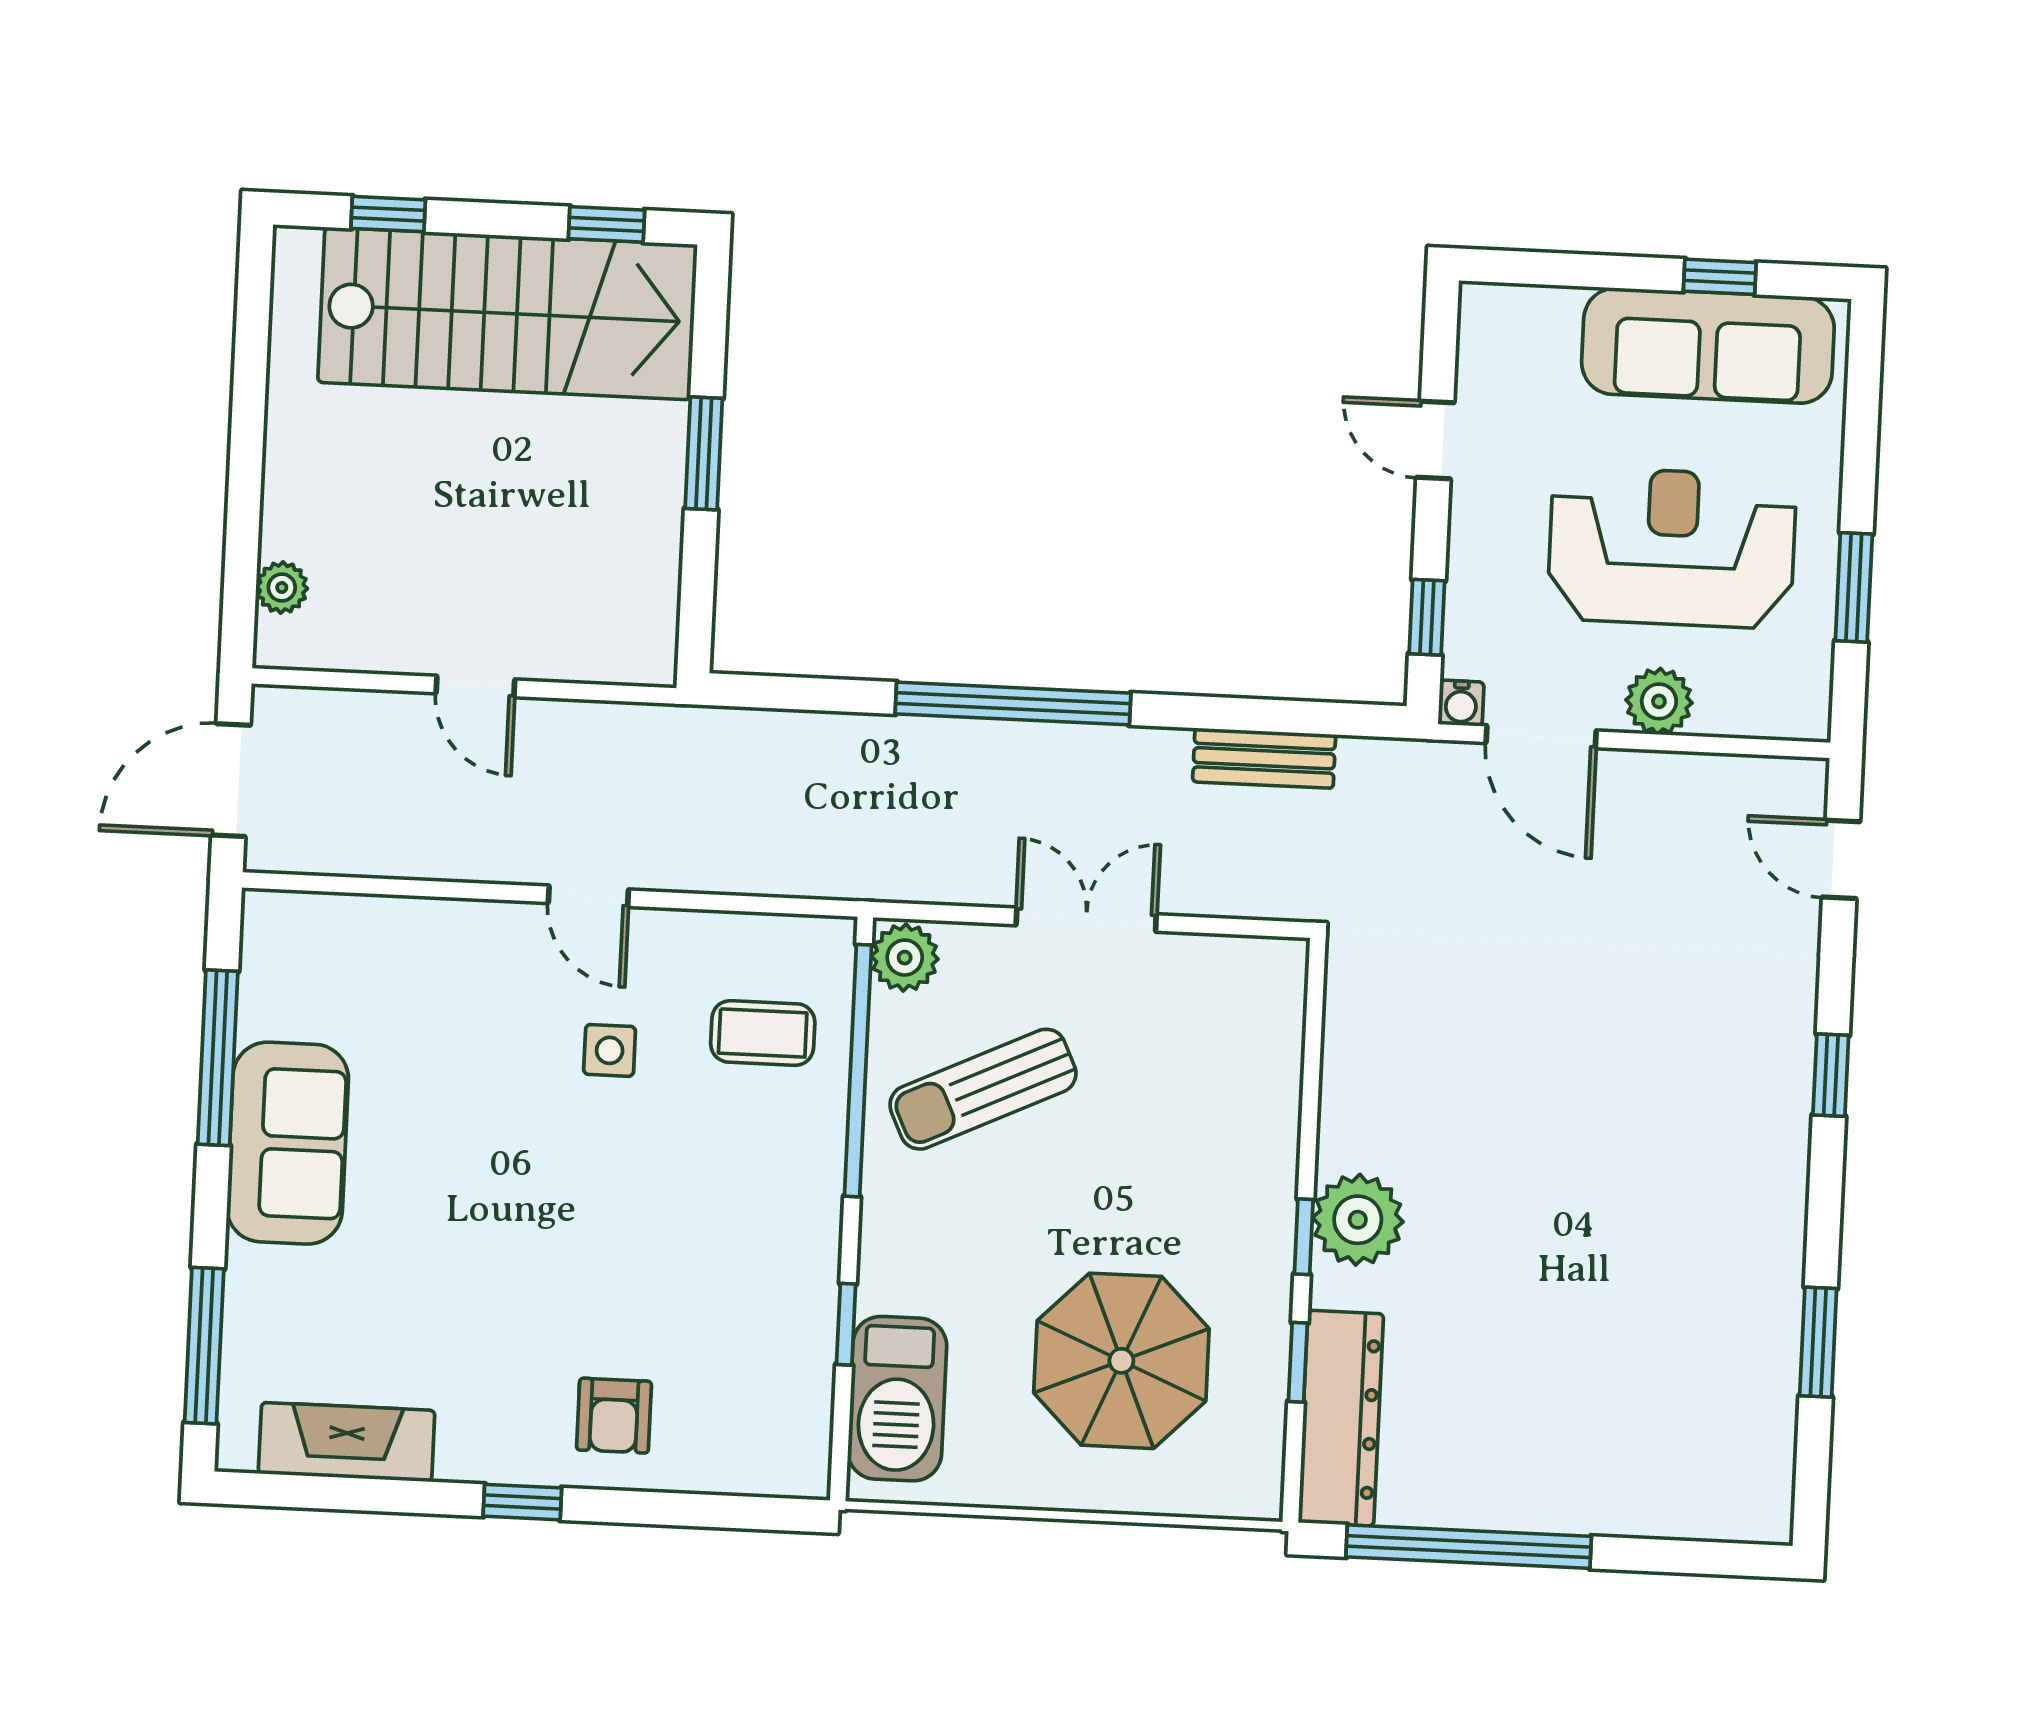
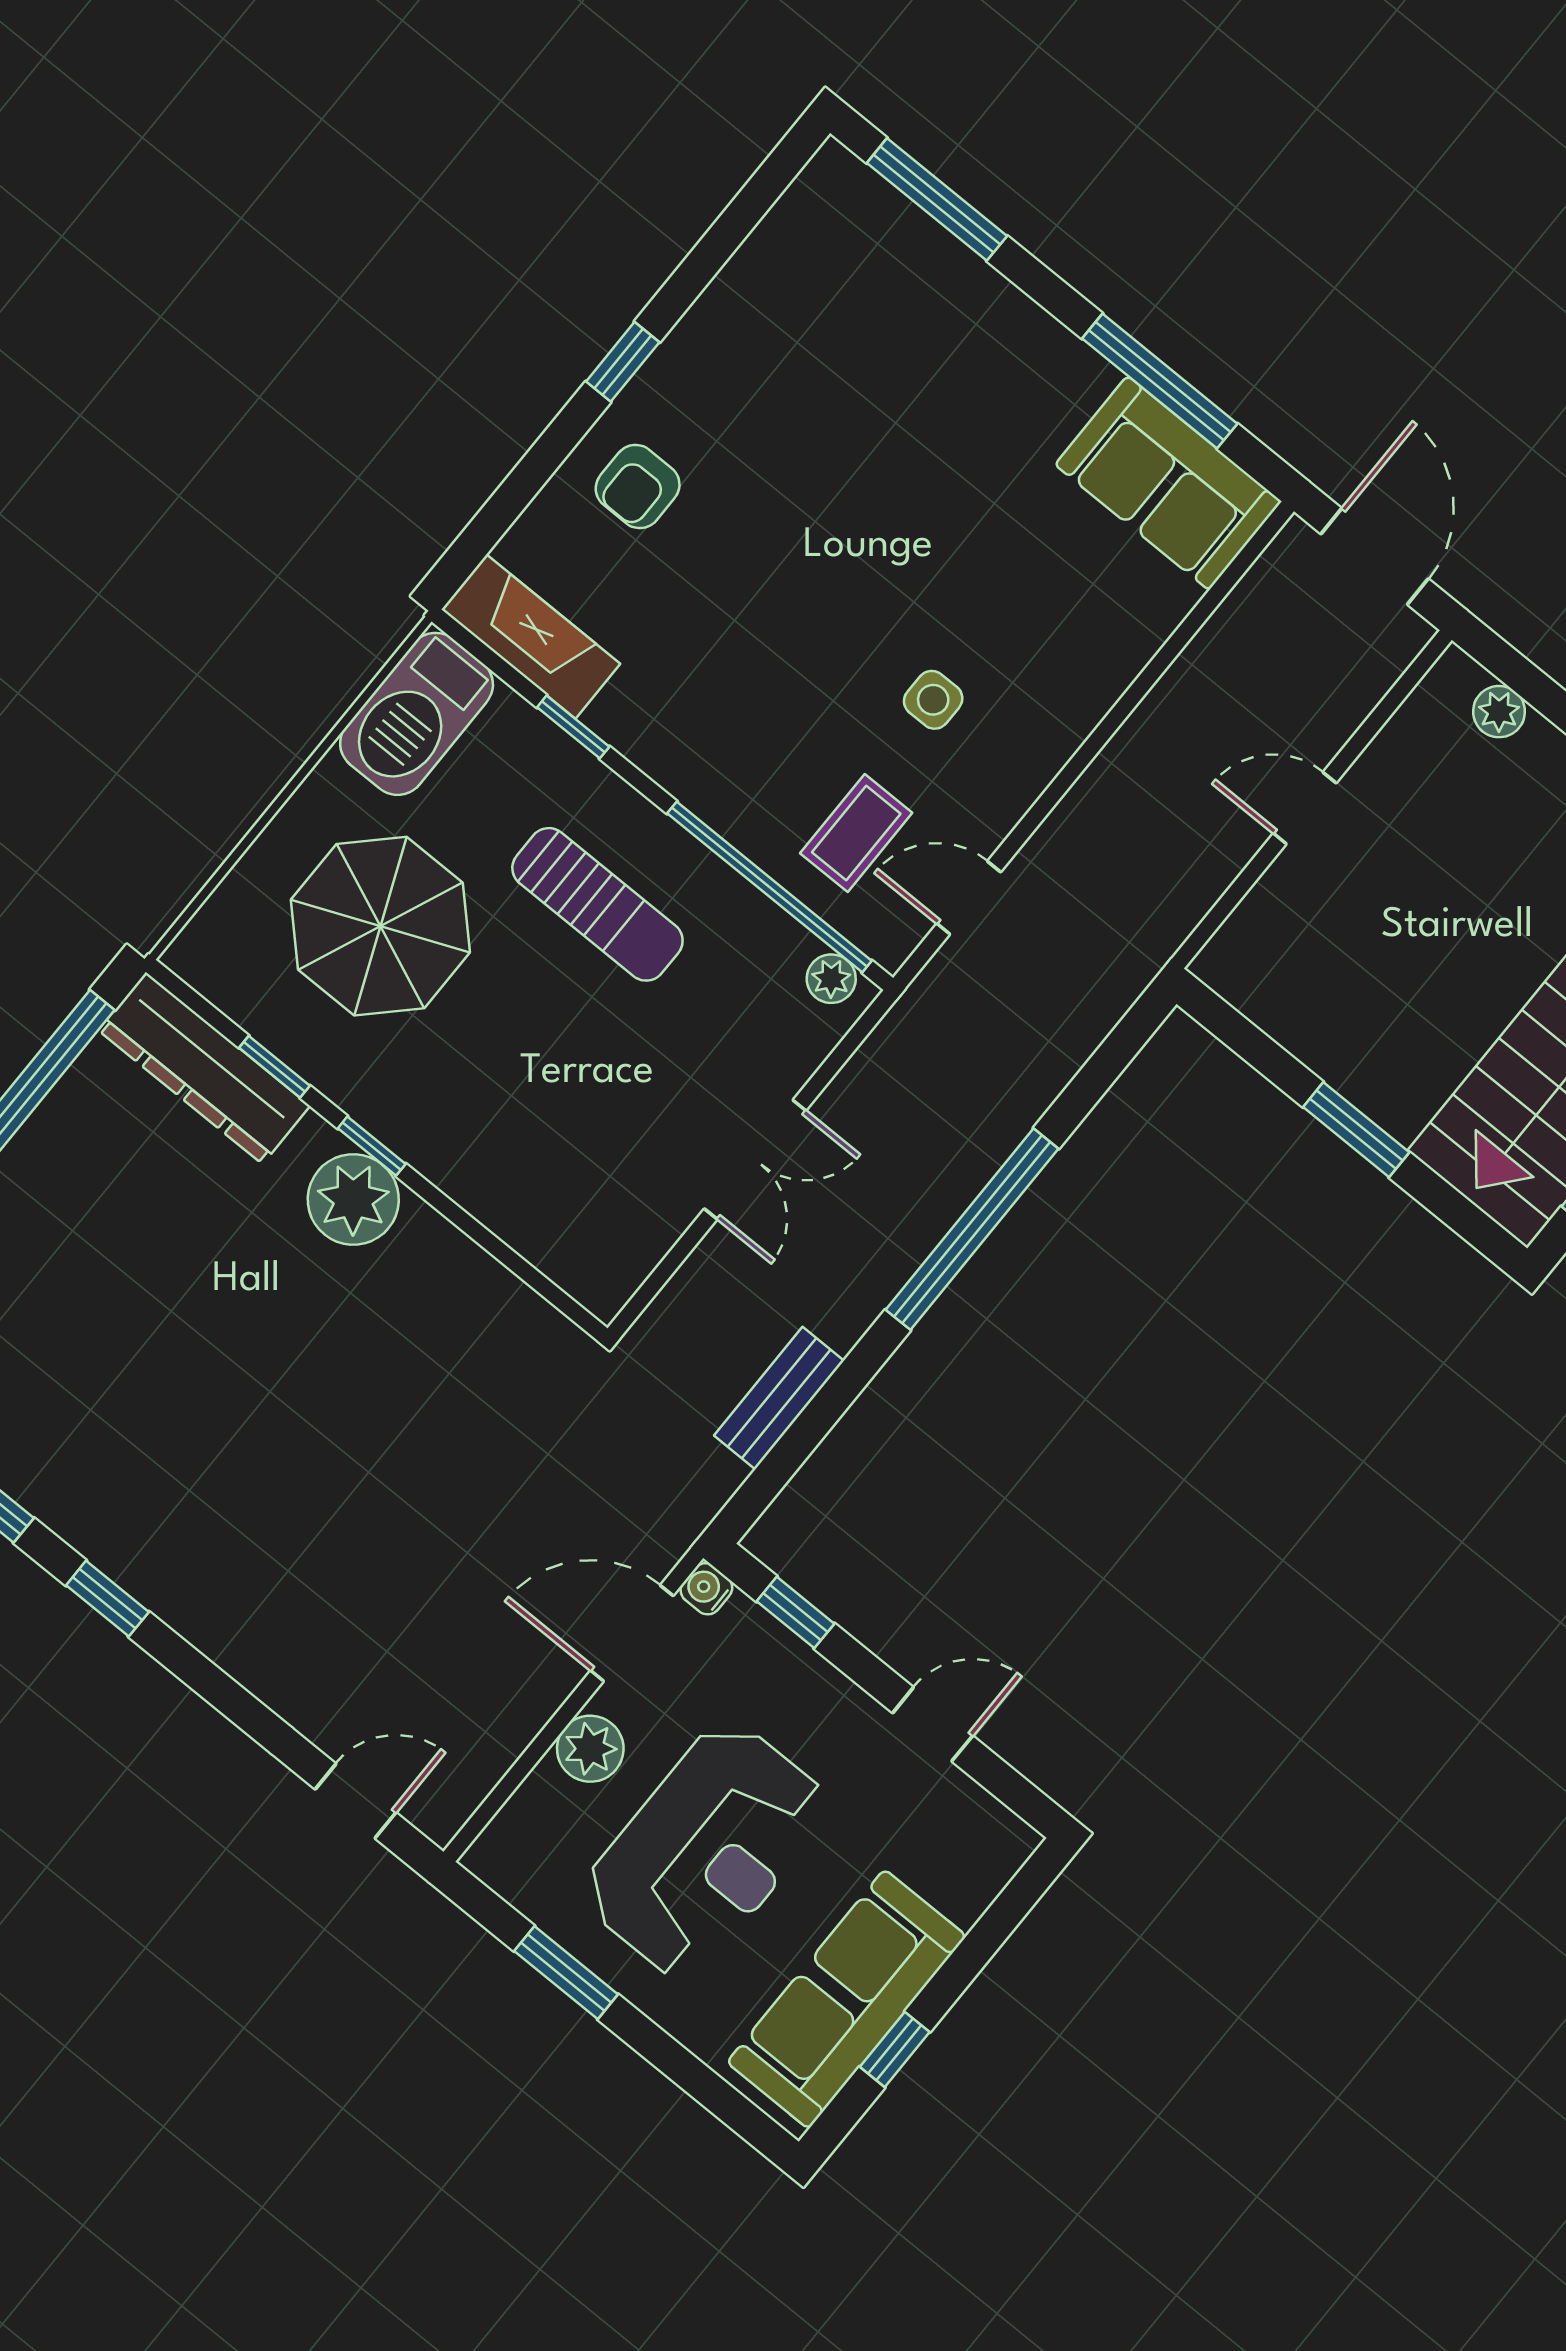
door: (588, 896) -> (969, 898), moved
plant: (905, 958) -> (831, 979), width x0.73, depth x0.73
window: (1831, 1075) -> (107, 1599), moved
sun lounger: (983, 1089) -> (597, 904), moved, turned 115
sofa: (288, 1143) -> (1168, 483), moved
barbecue: (897, 1399) -> (417, 714), moved, turned -90
armchair: (614, 1416) -> (638, 487), turned -90
fireplace: (347, 1442) -> (531, 637), moved, turned -90

